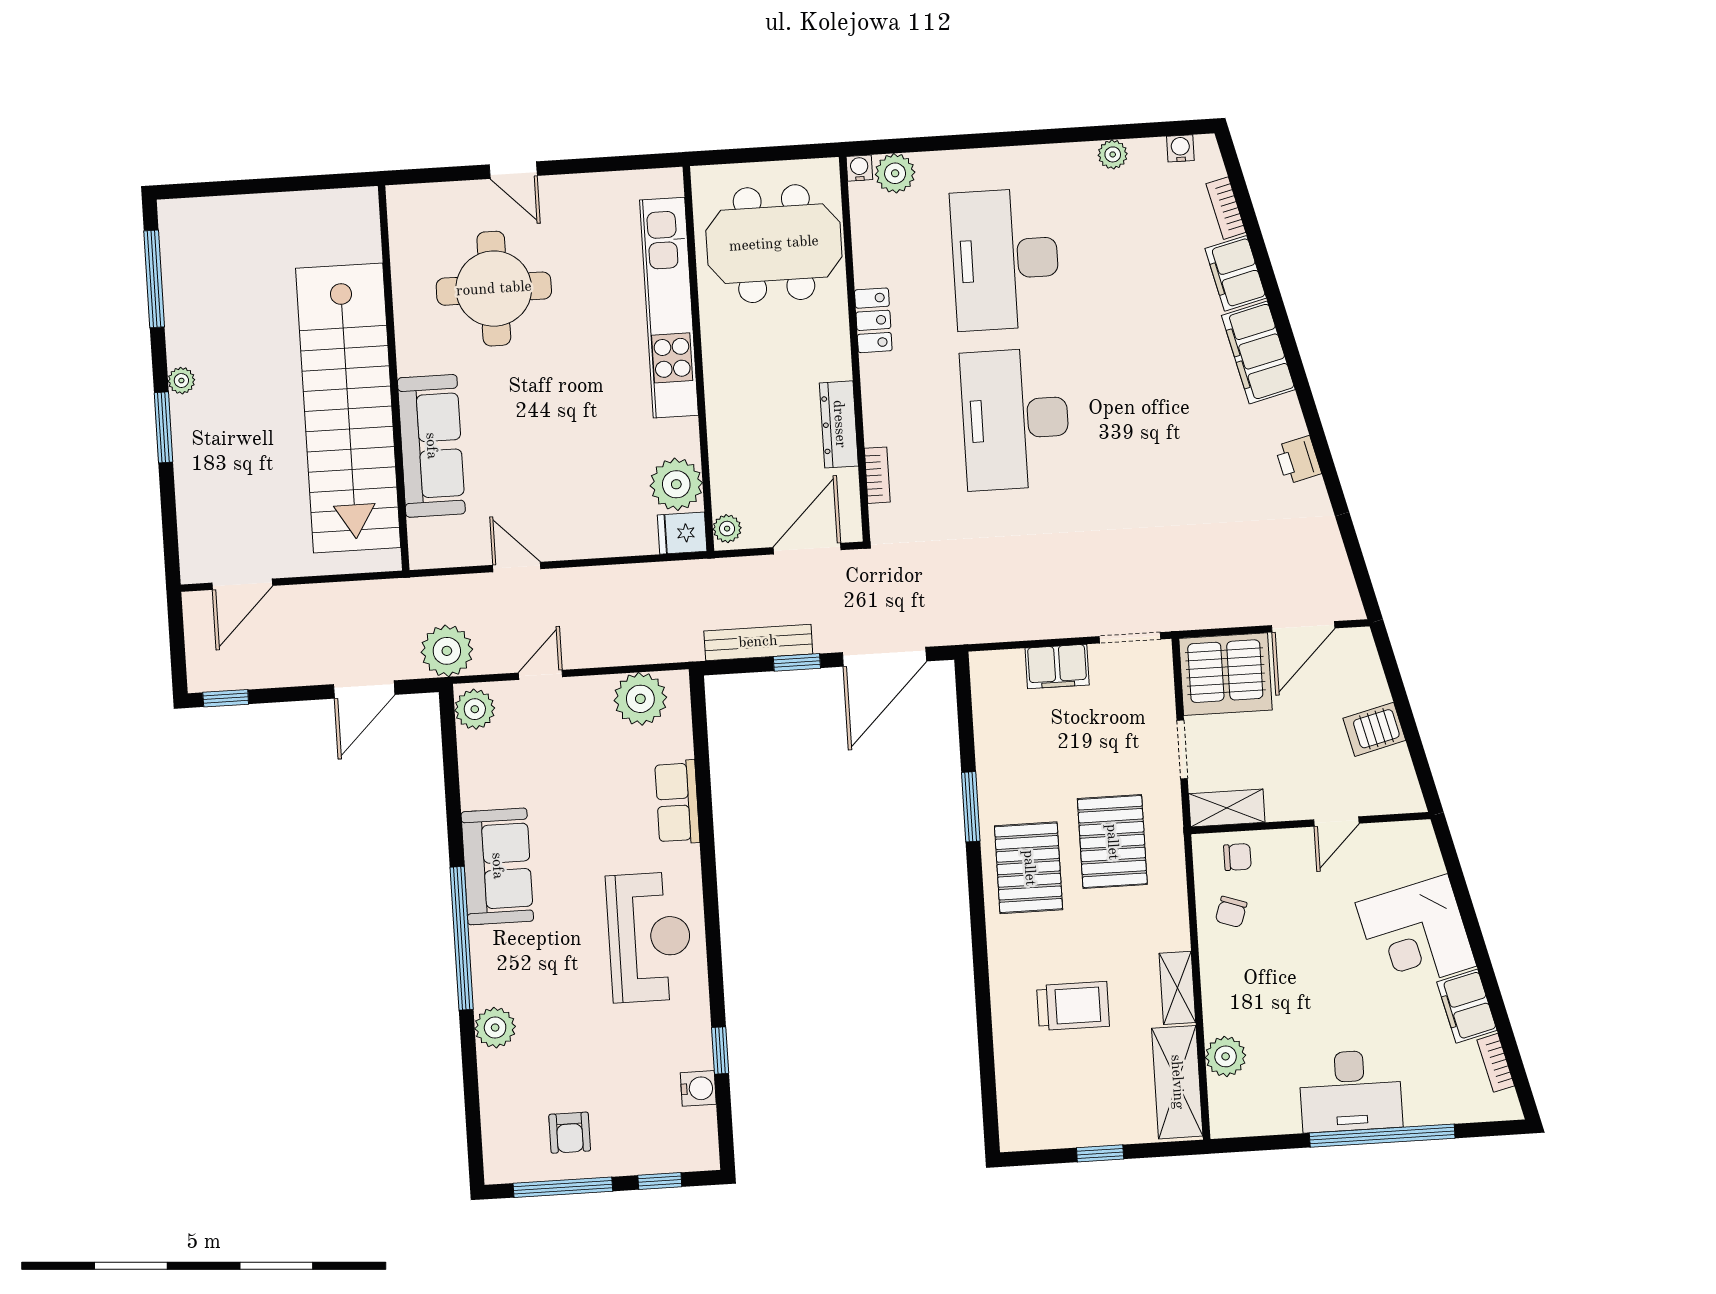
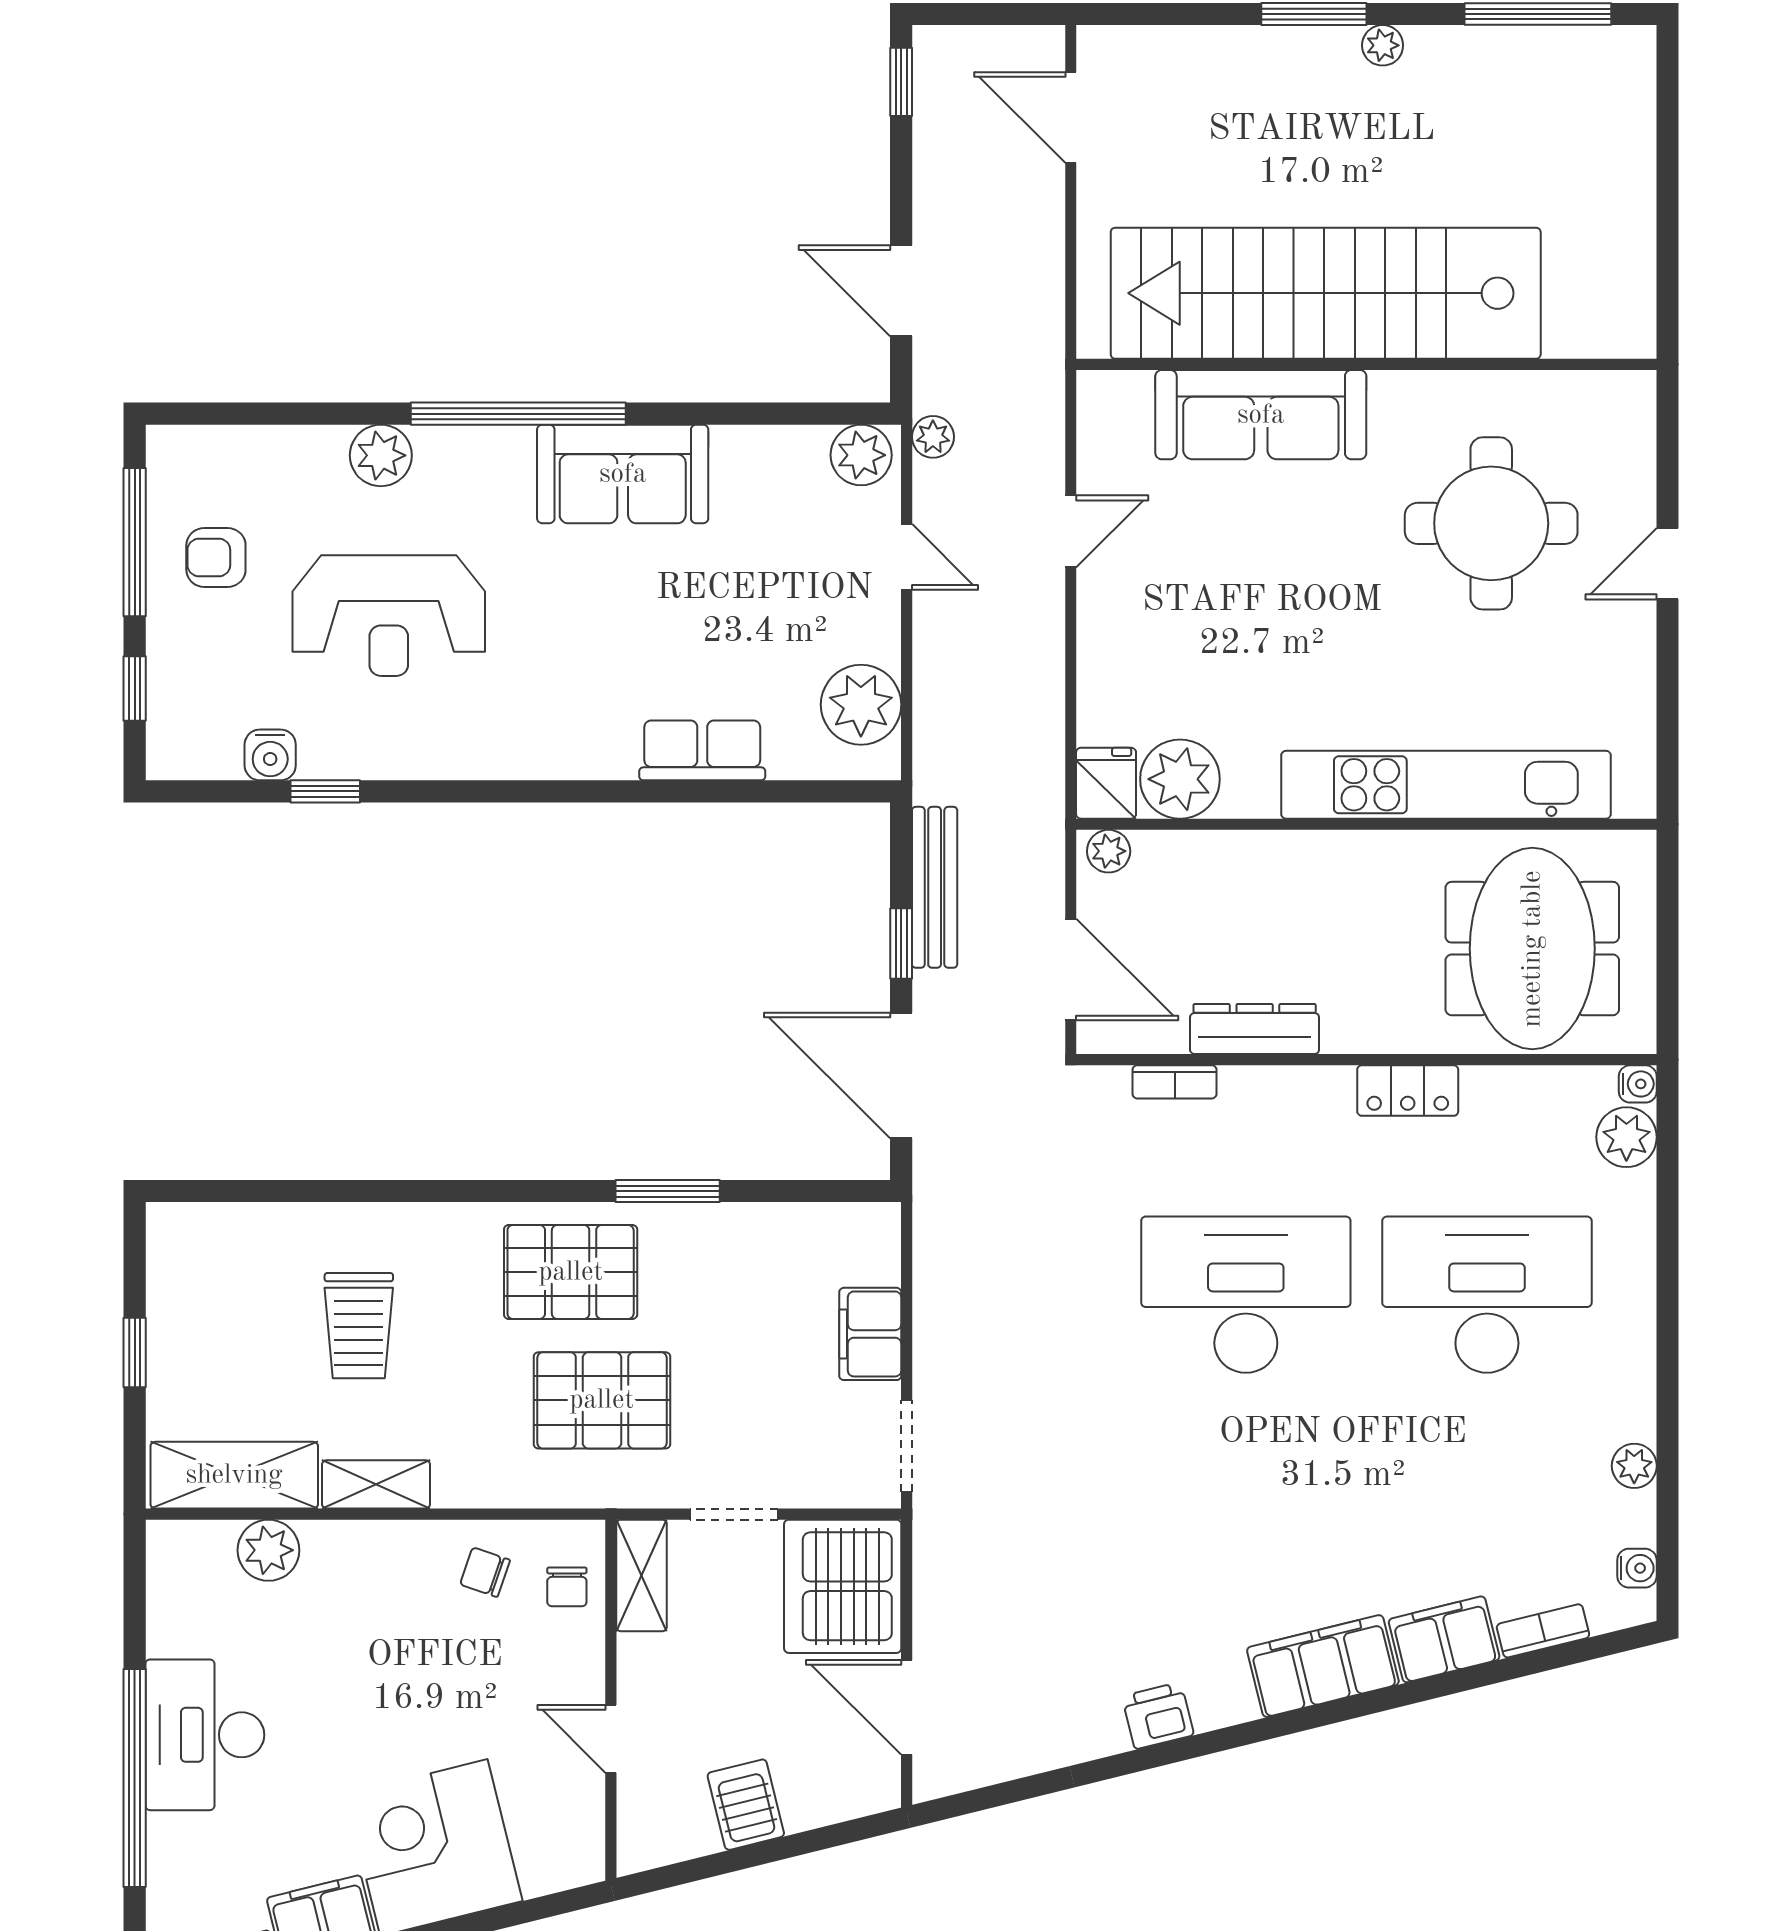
plant: (447, 651) -> (933, 437), width x0.53, depth x0.53
reception desk: (649, 937) -> (389, 616), moved

